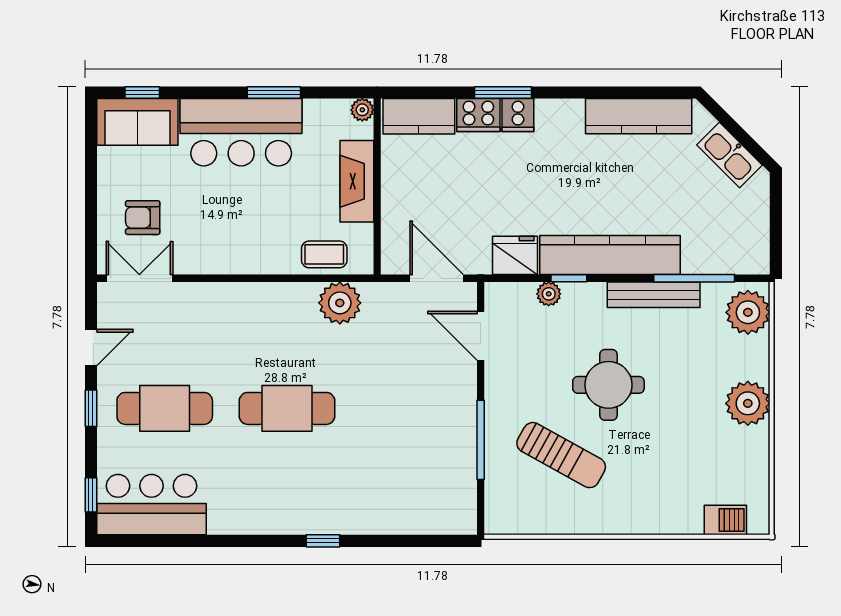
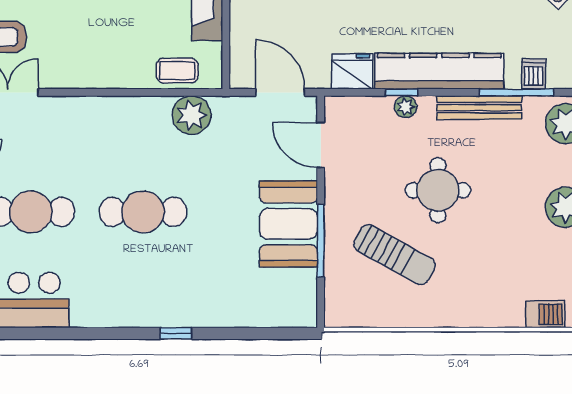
dishwasher: (713, 258) -> (534, 74), added
plant: (549, 294) -> (406, 107), moved
booth: (446, 421) -> (288, 224), added

